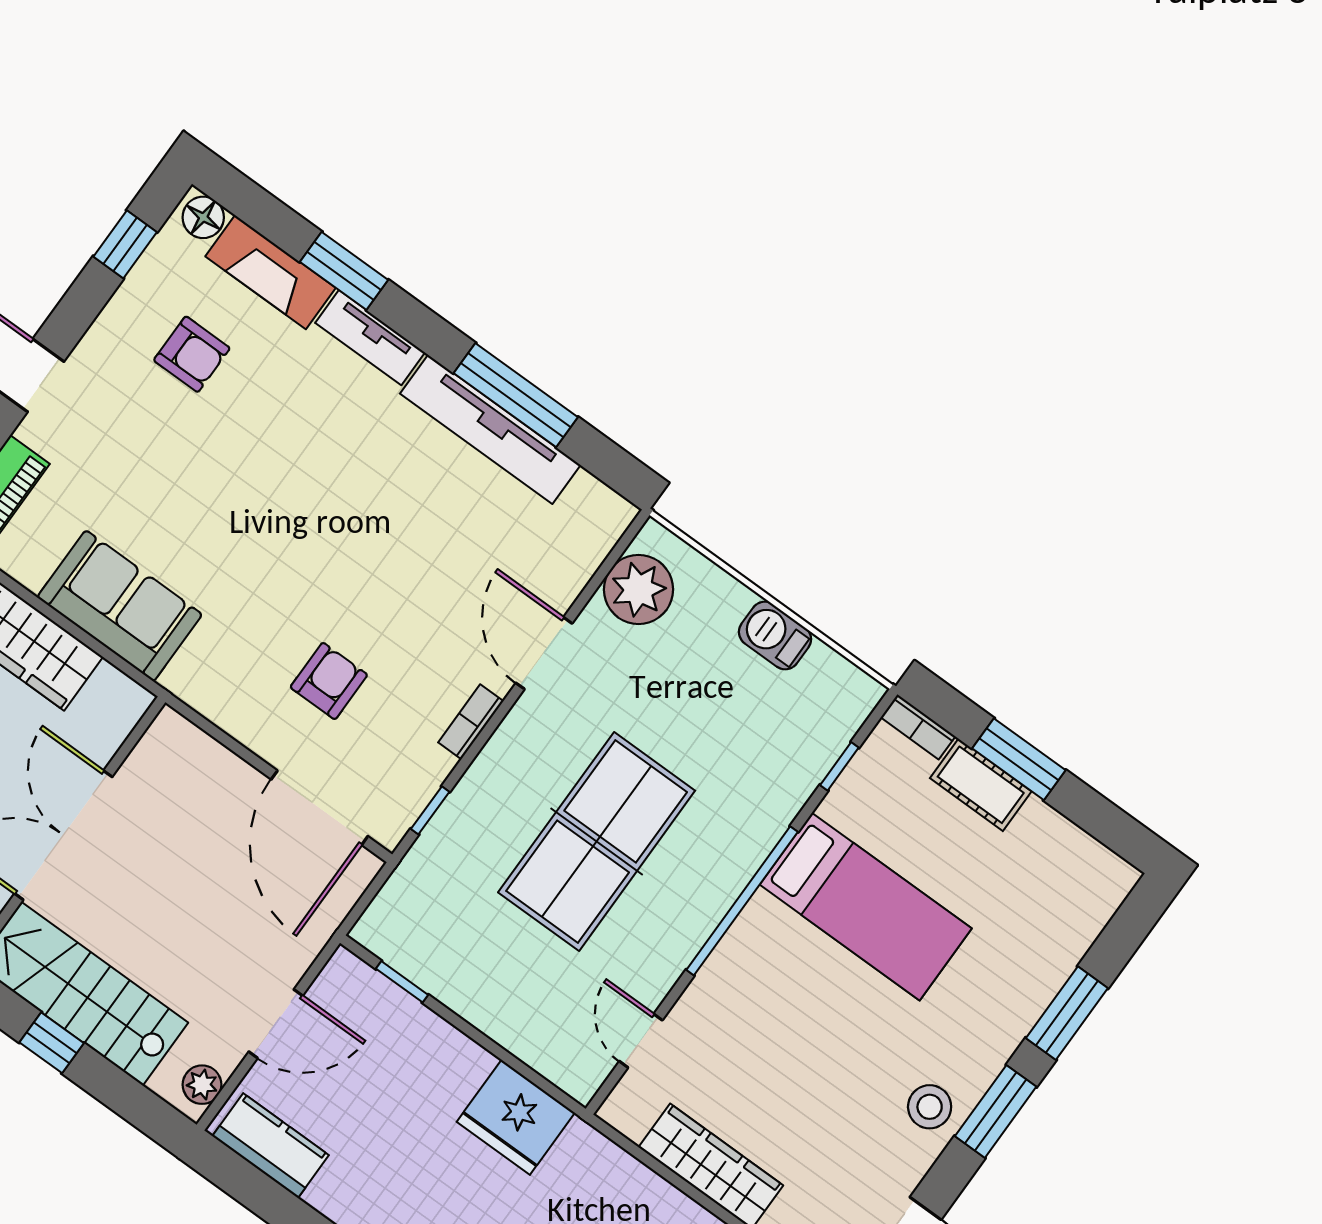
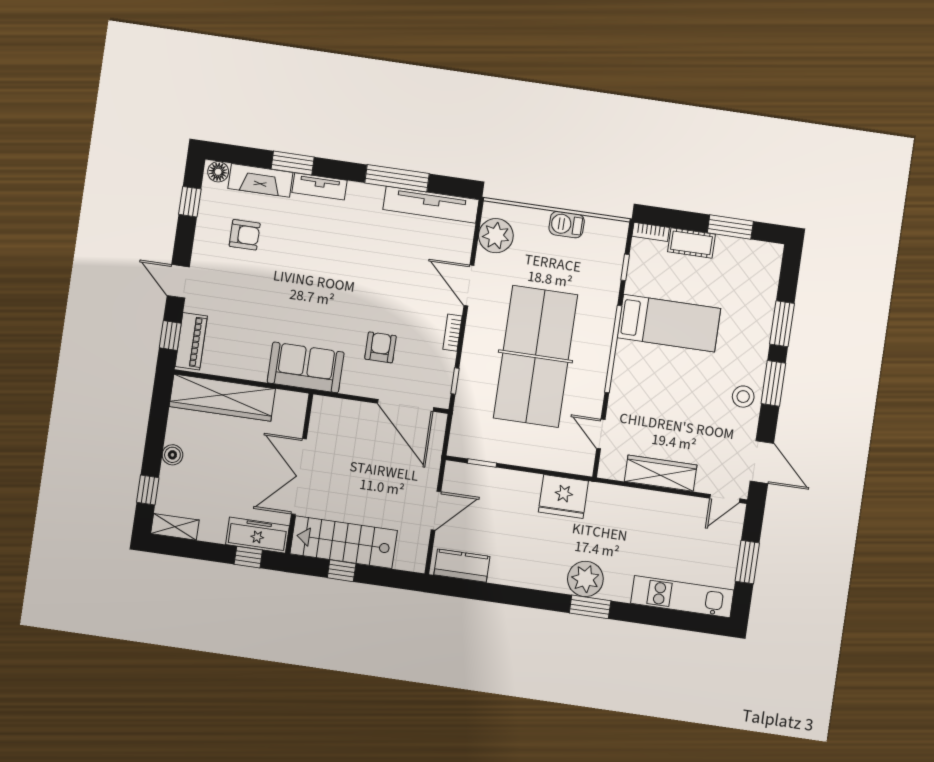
tv unit: (490, 429) -> (431, 205), moved
sofa: (120, 606) -> (306, 367), moved
window: (1019, 759) -> (730, 227), moved
table tennis table: (597, 841) -> (535, 356), width x1.36, depth x1.32
plant: (202, 1085) -> (418, 555), removed

